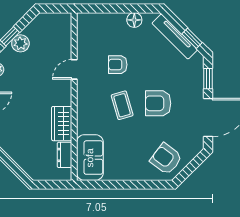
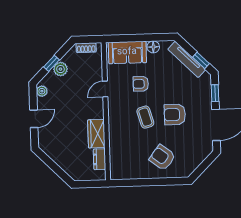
shoe rack: (53, 18) -> (86, 48), added
sofa: (90, 158) -> (127, 52), moved, turned 90
armchair: (166, 159) -> (162, 158), moved

